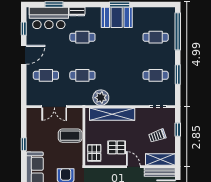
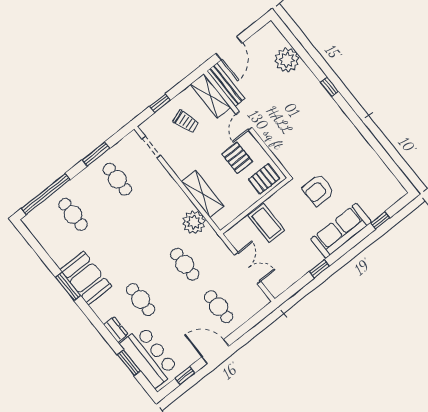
shelving: (112, 114) -> (203, 194), width x0.68

